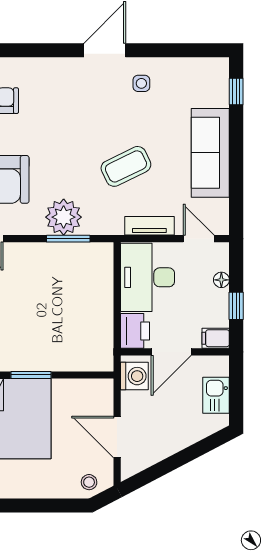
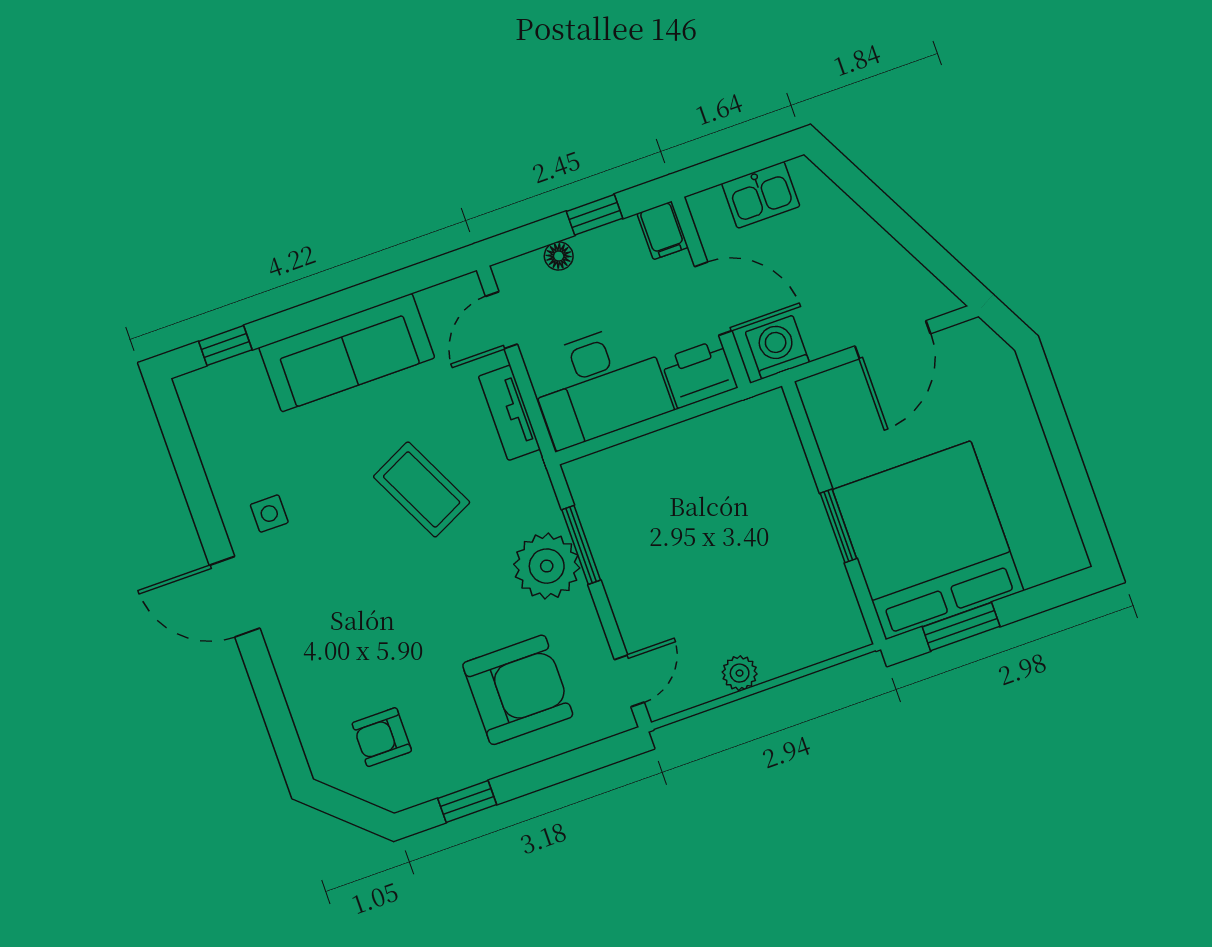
stool: (89, 482) -> (987, 361), removed

